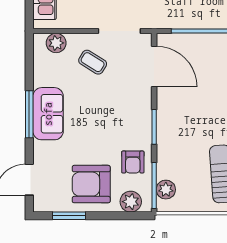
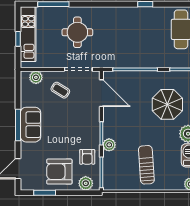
plant: (166, 190) -> (109, 145), moved

